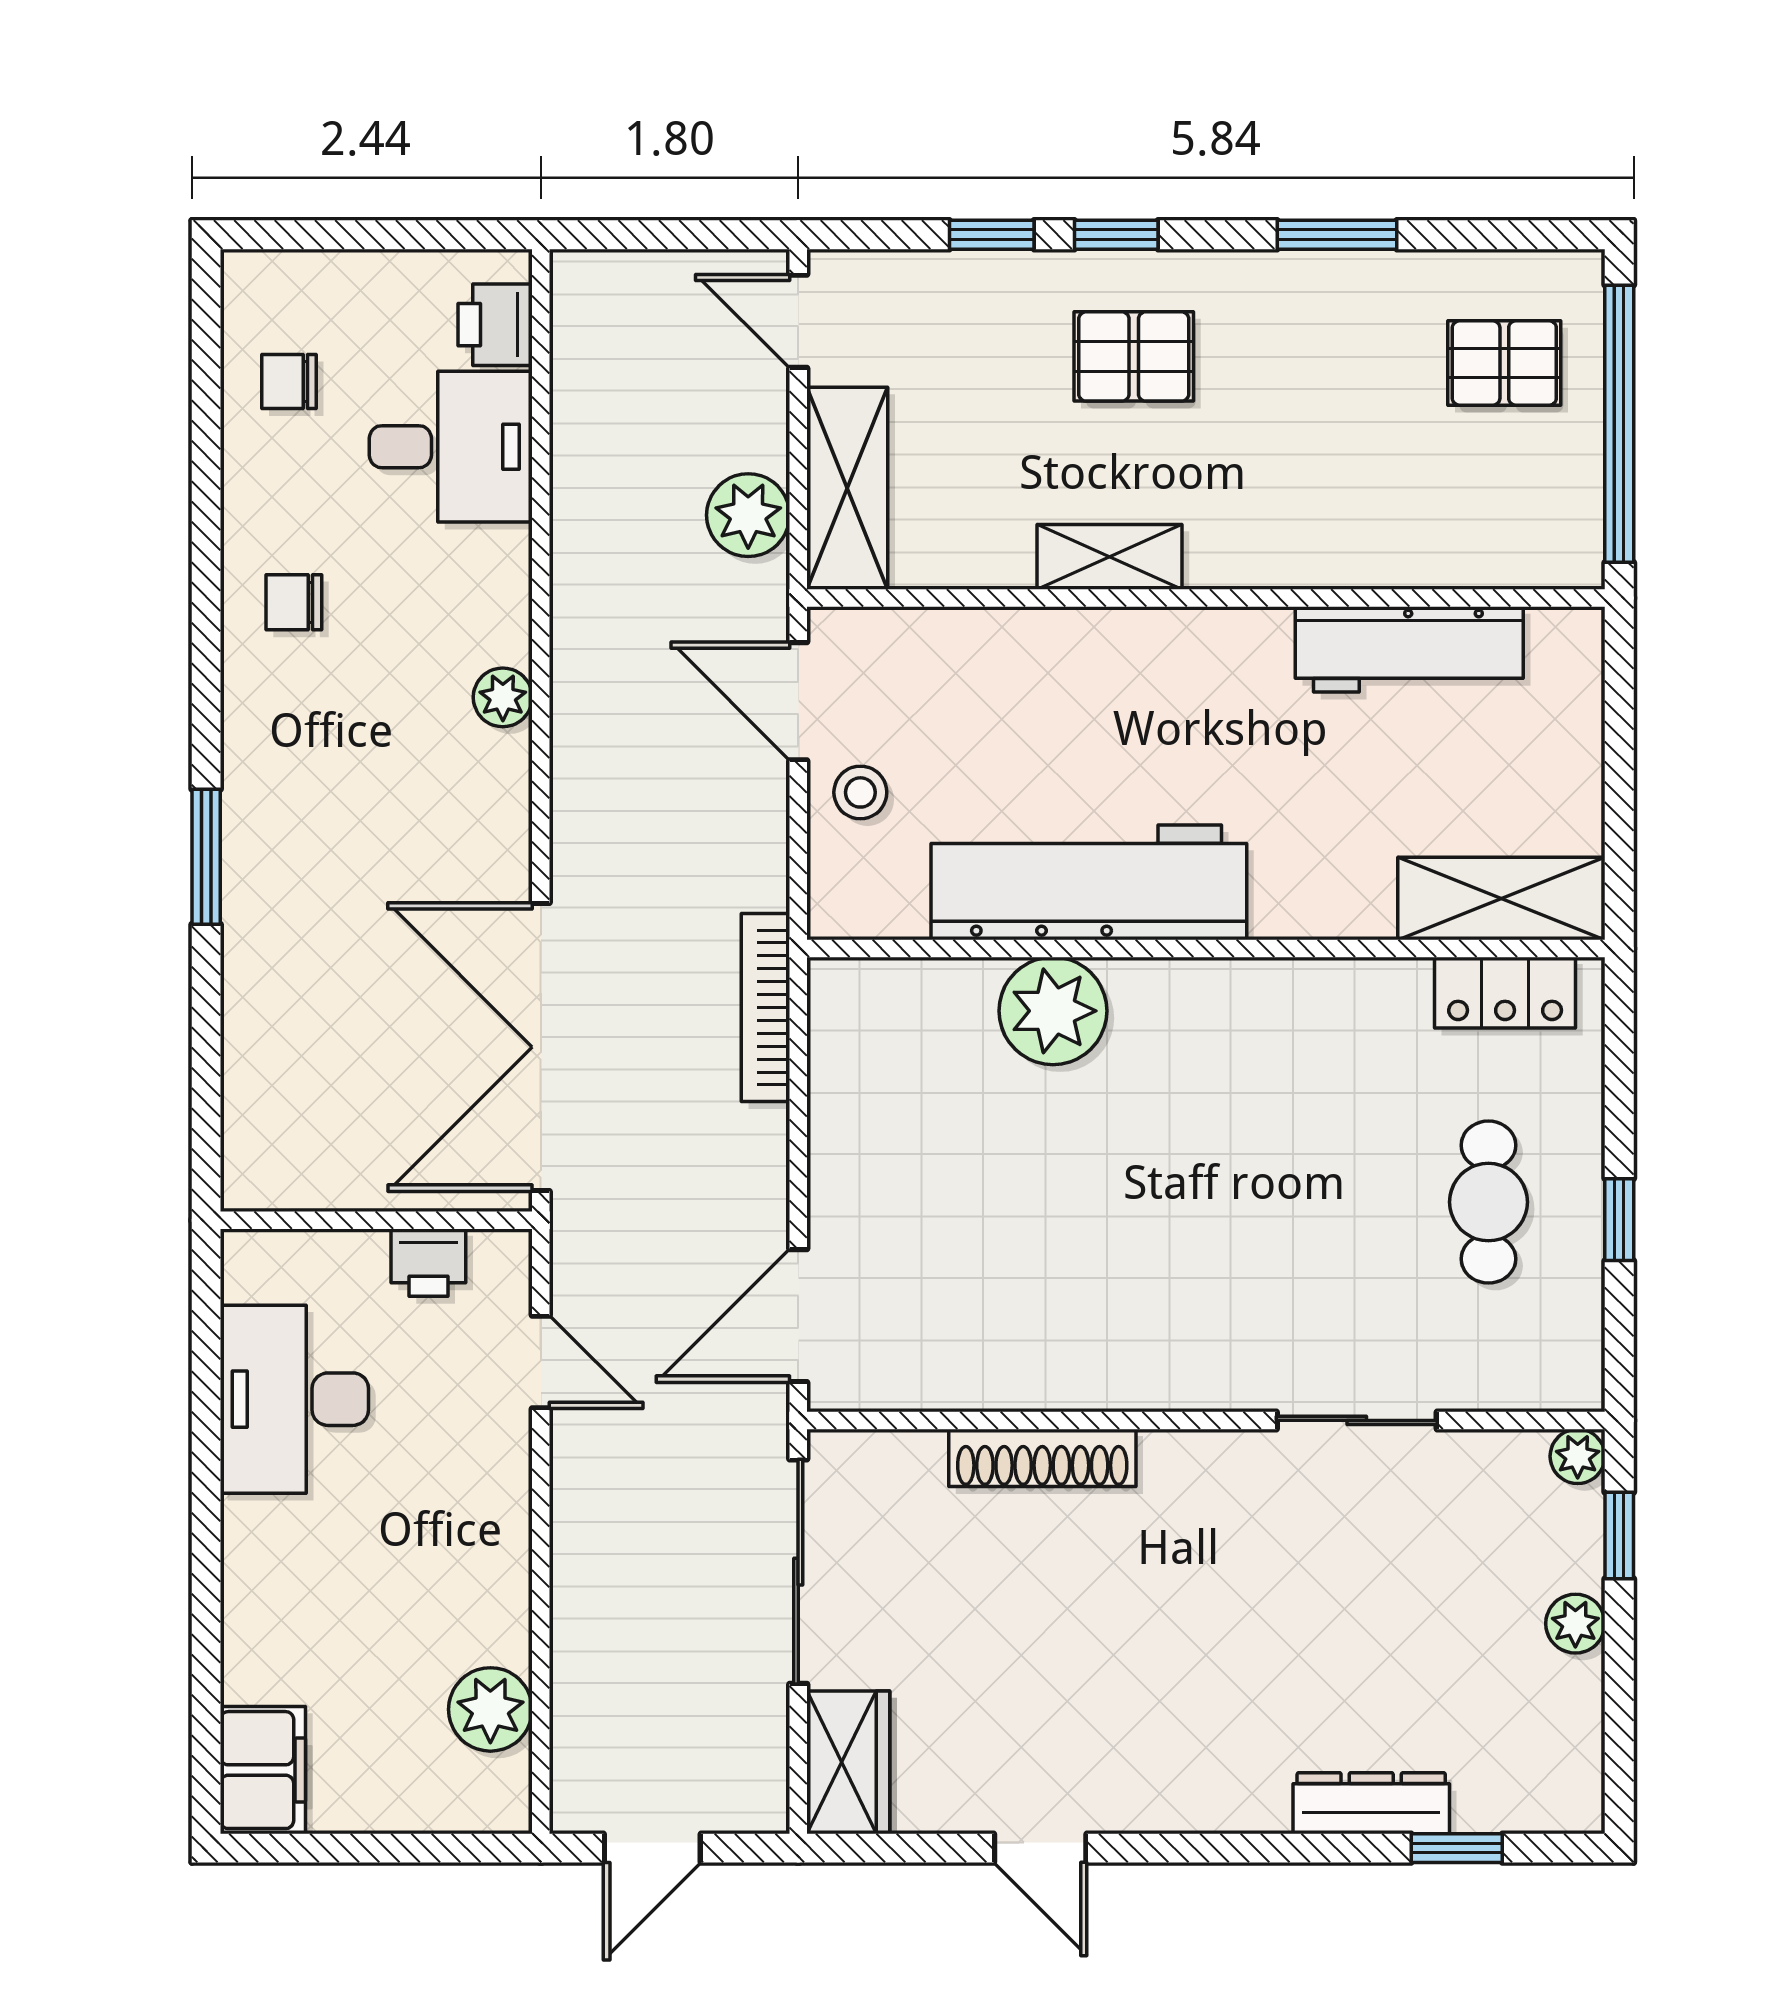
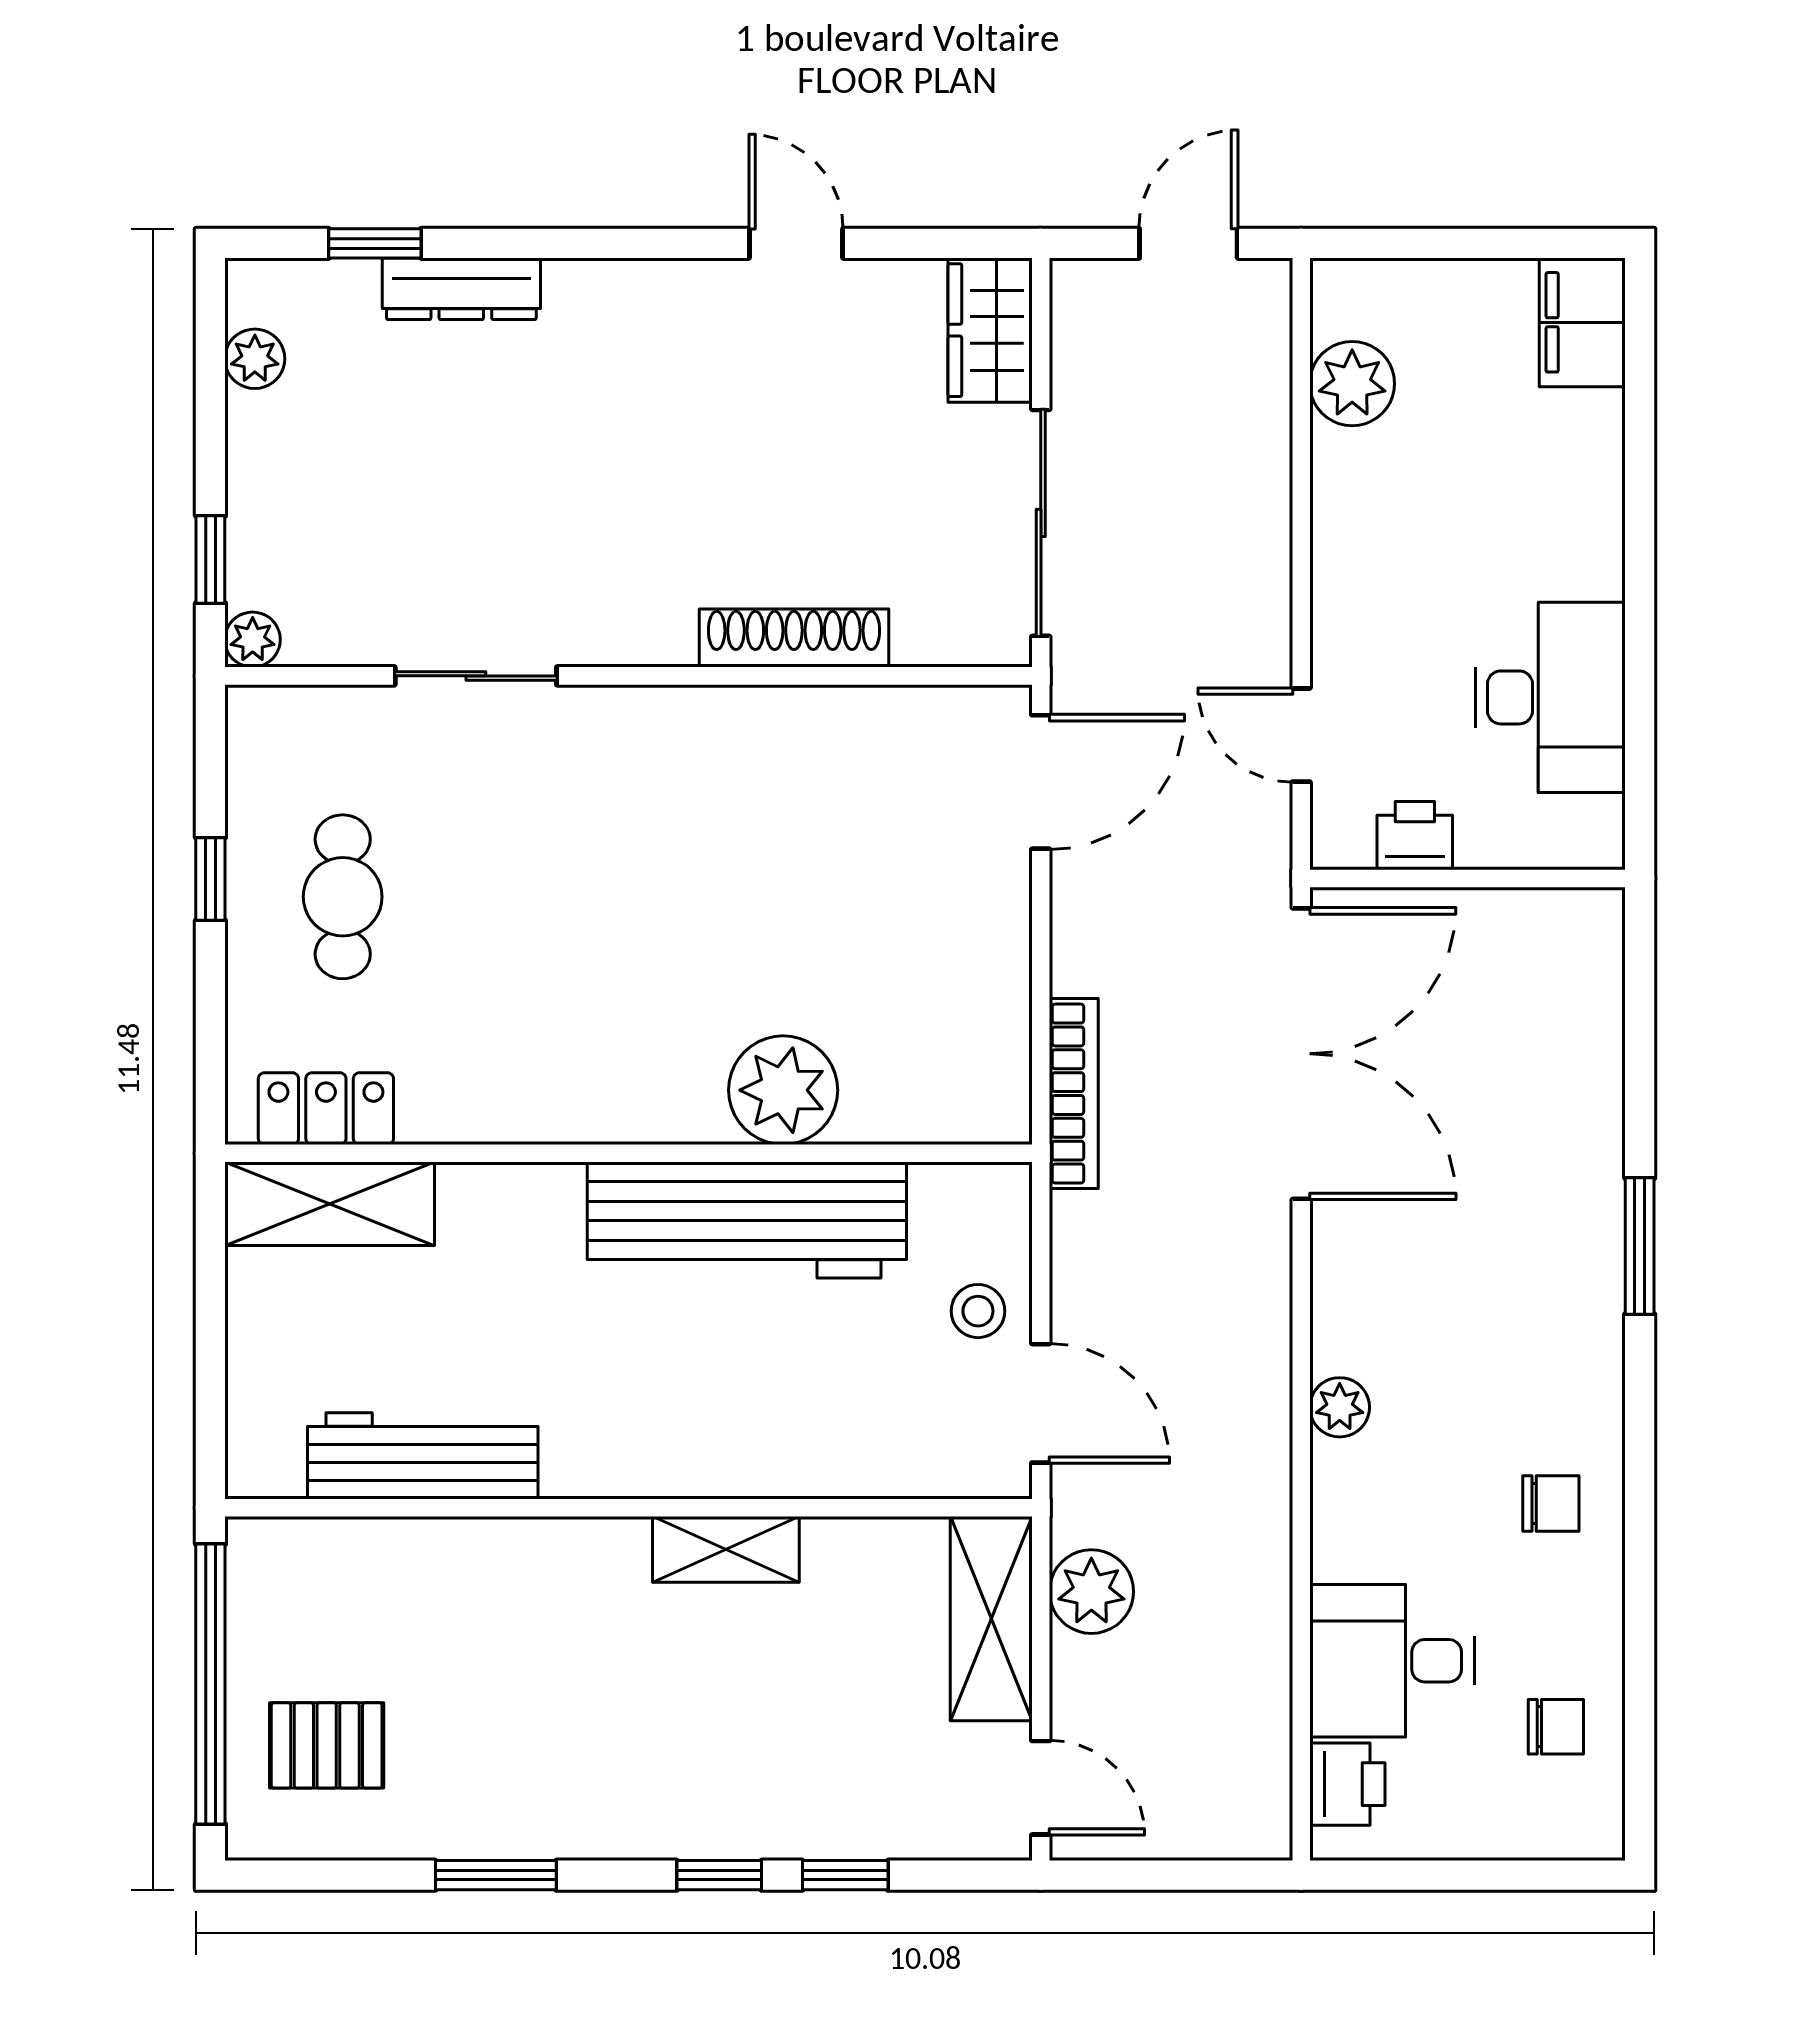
pallet: (1134, 356) -> (701, 1752), removed
plant: (1575, 1624) -> (255, 359), moved

